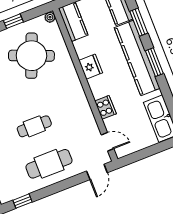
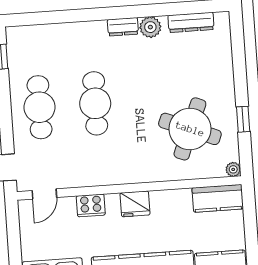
fridge: (91, 67) -> (135, 204), moved
cafe table: (34, 126) -> (95, 103), width x1.37, depth x1.35

